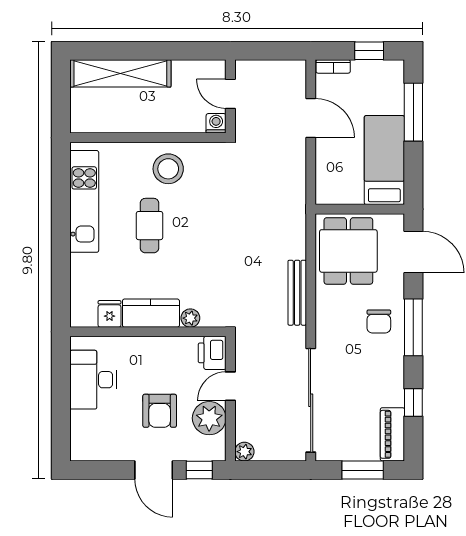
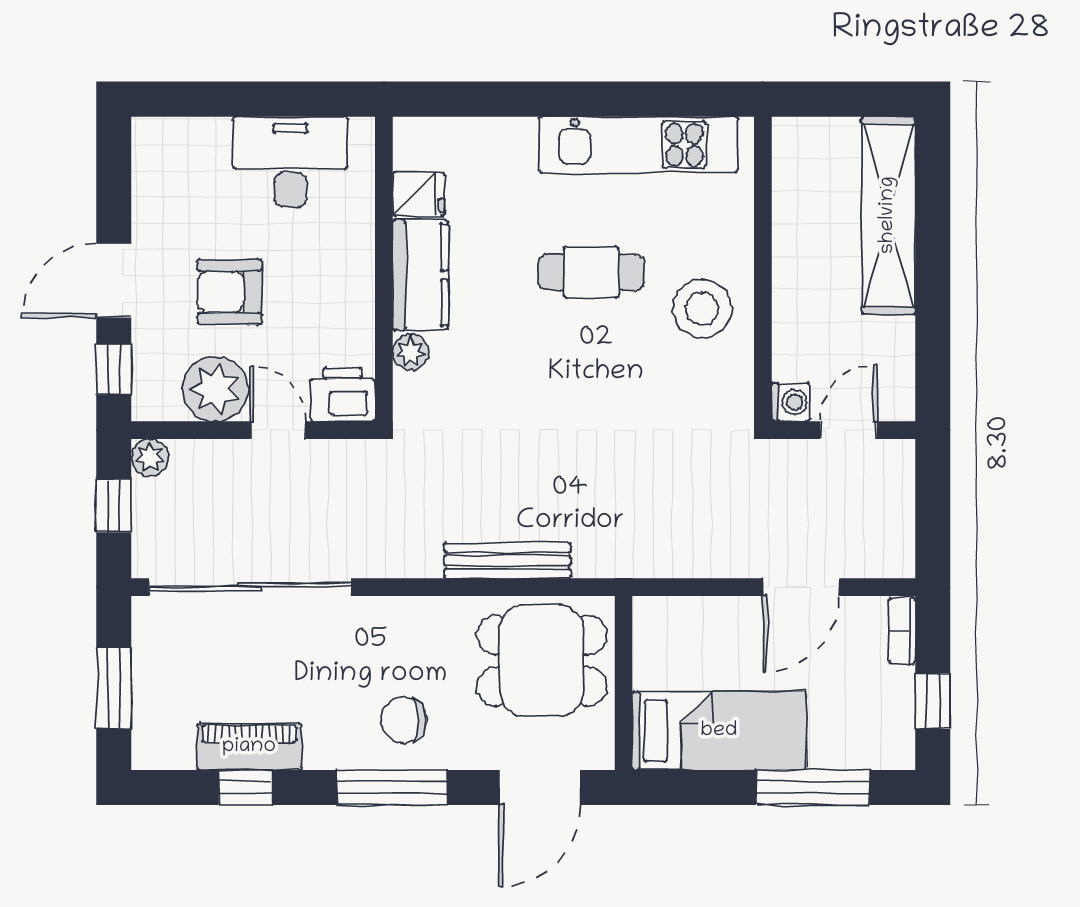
bench: (297, 293) -> (507, 561), moved
piano: (392, 434) -> (249, 747), moved
window: (269, 470) -> (114, 506), added

